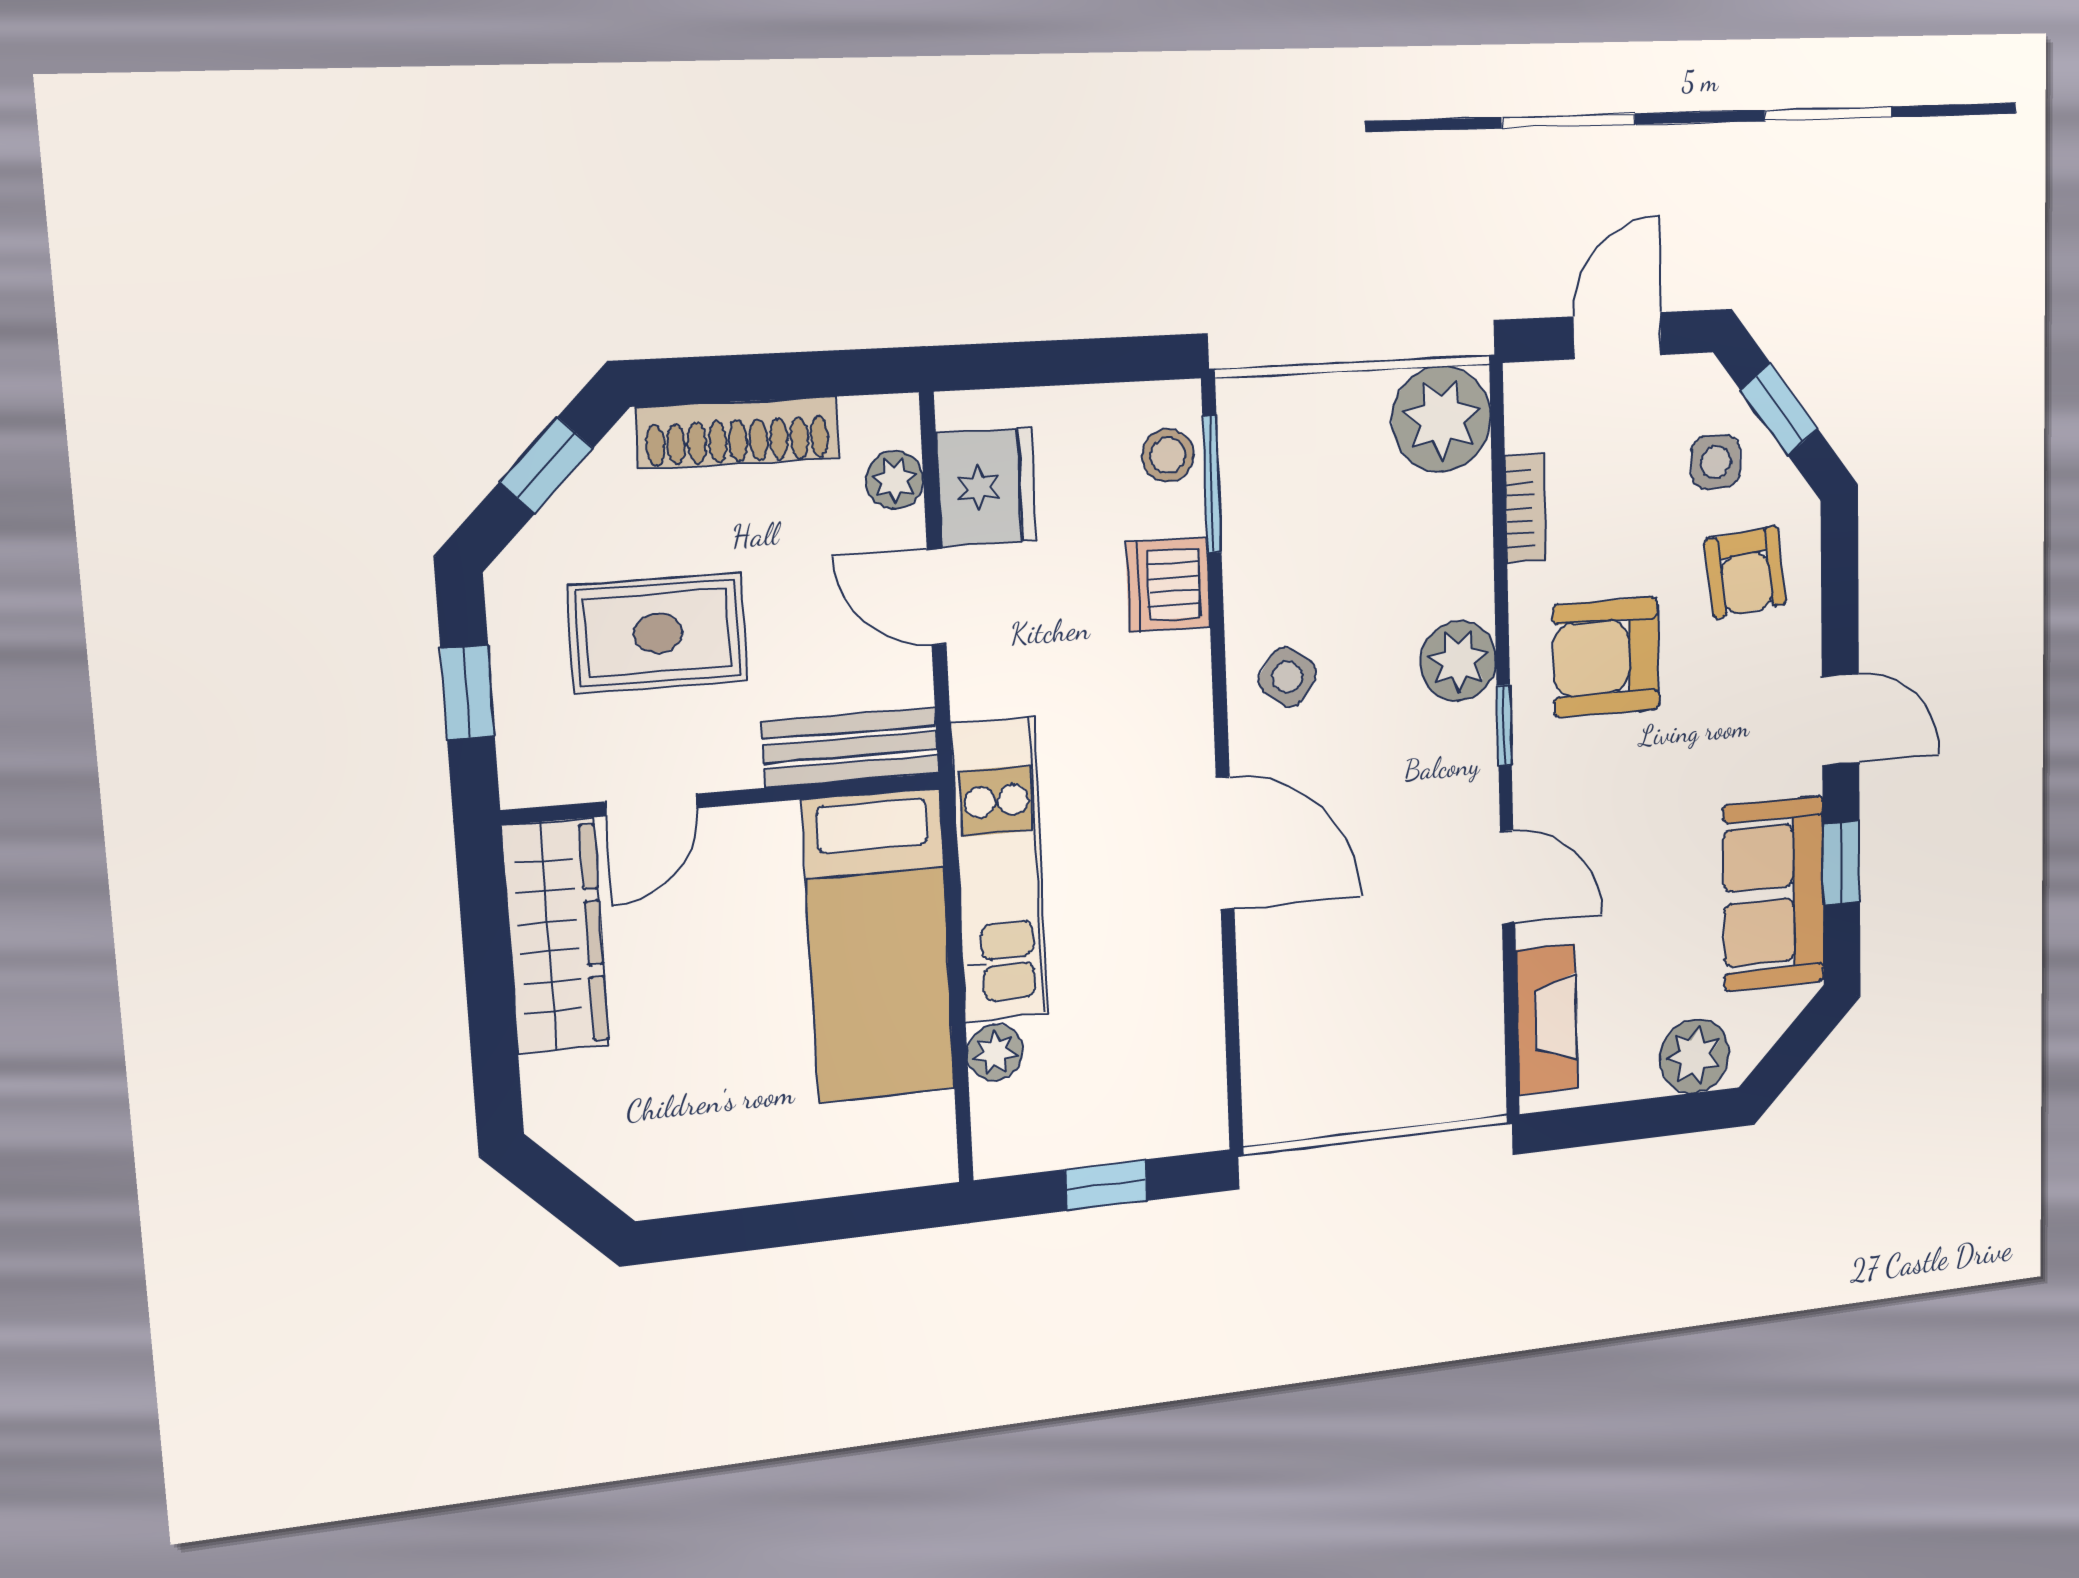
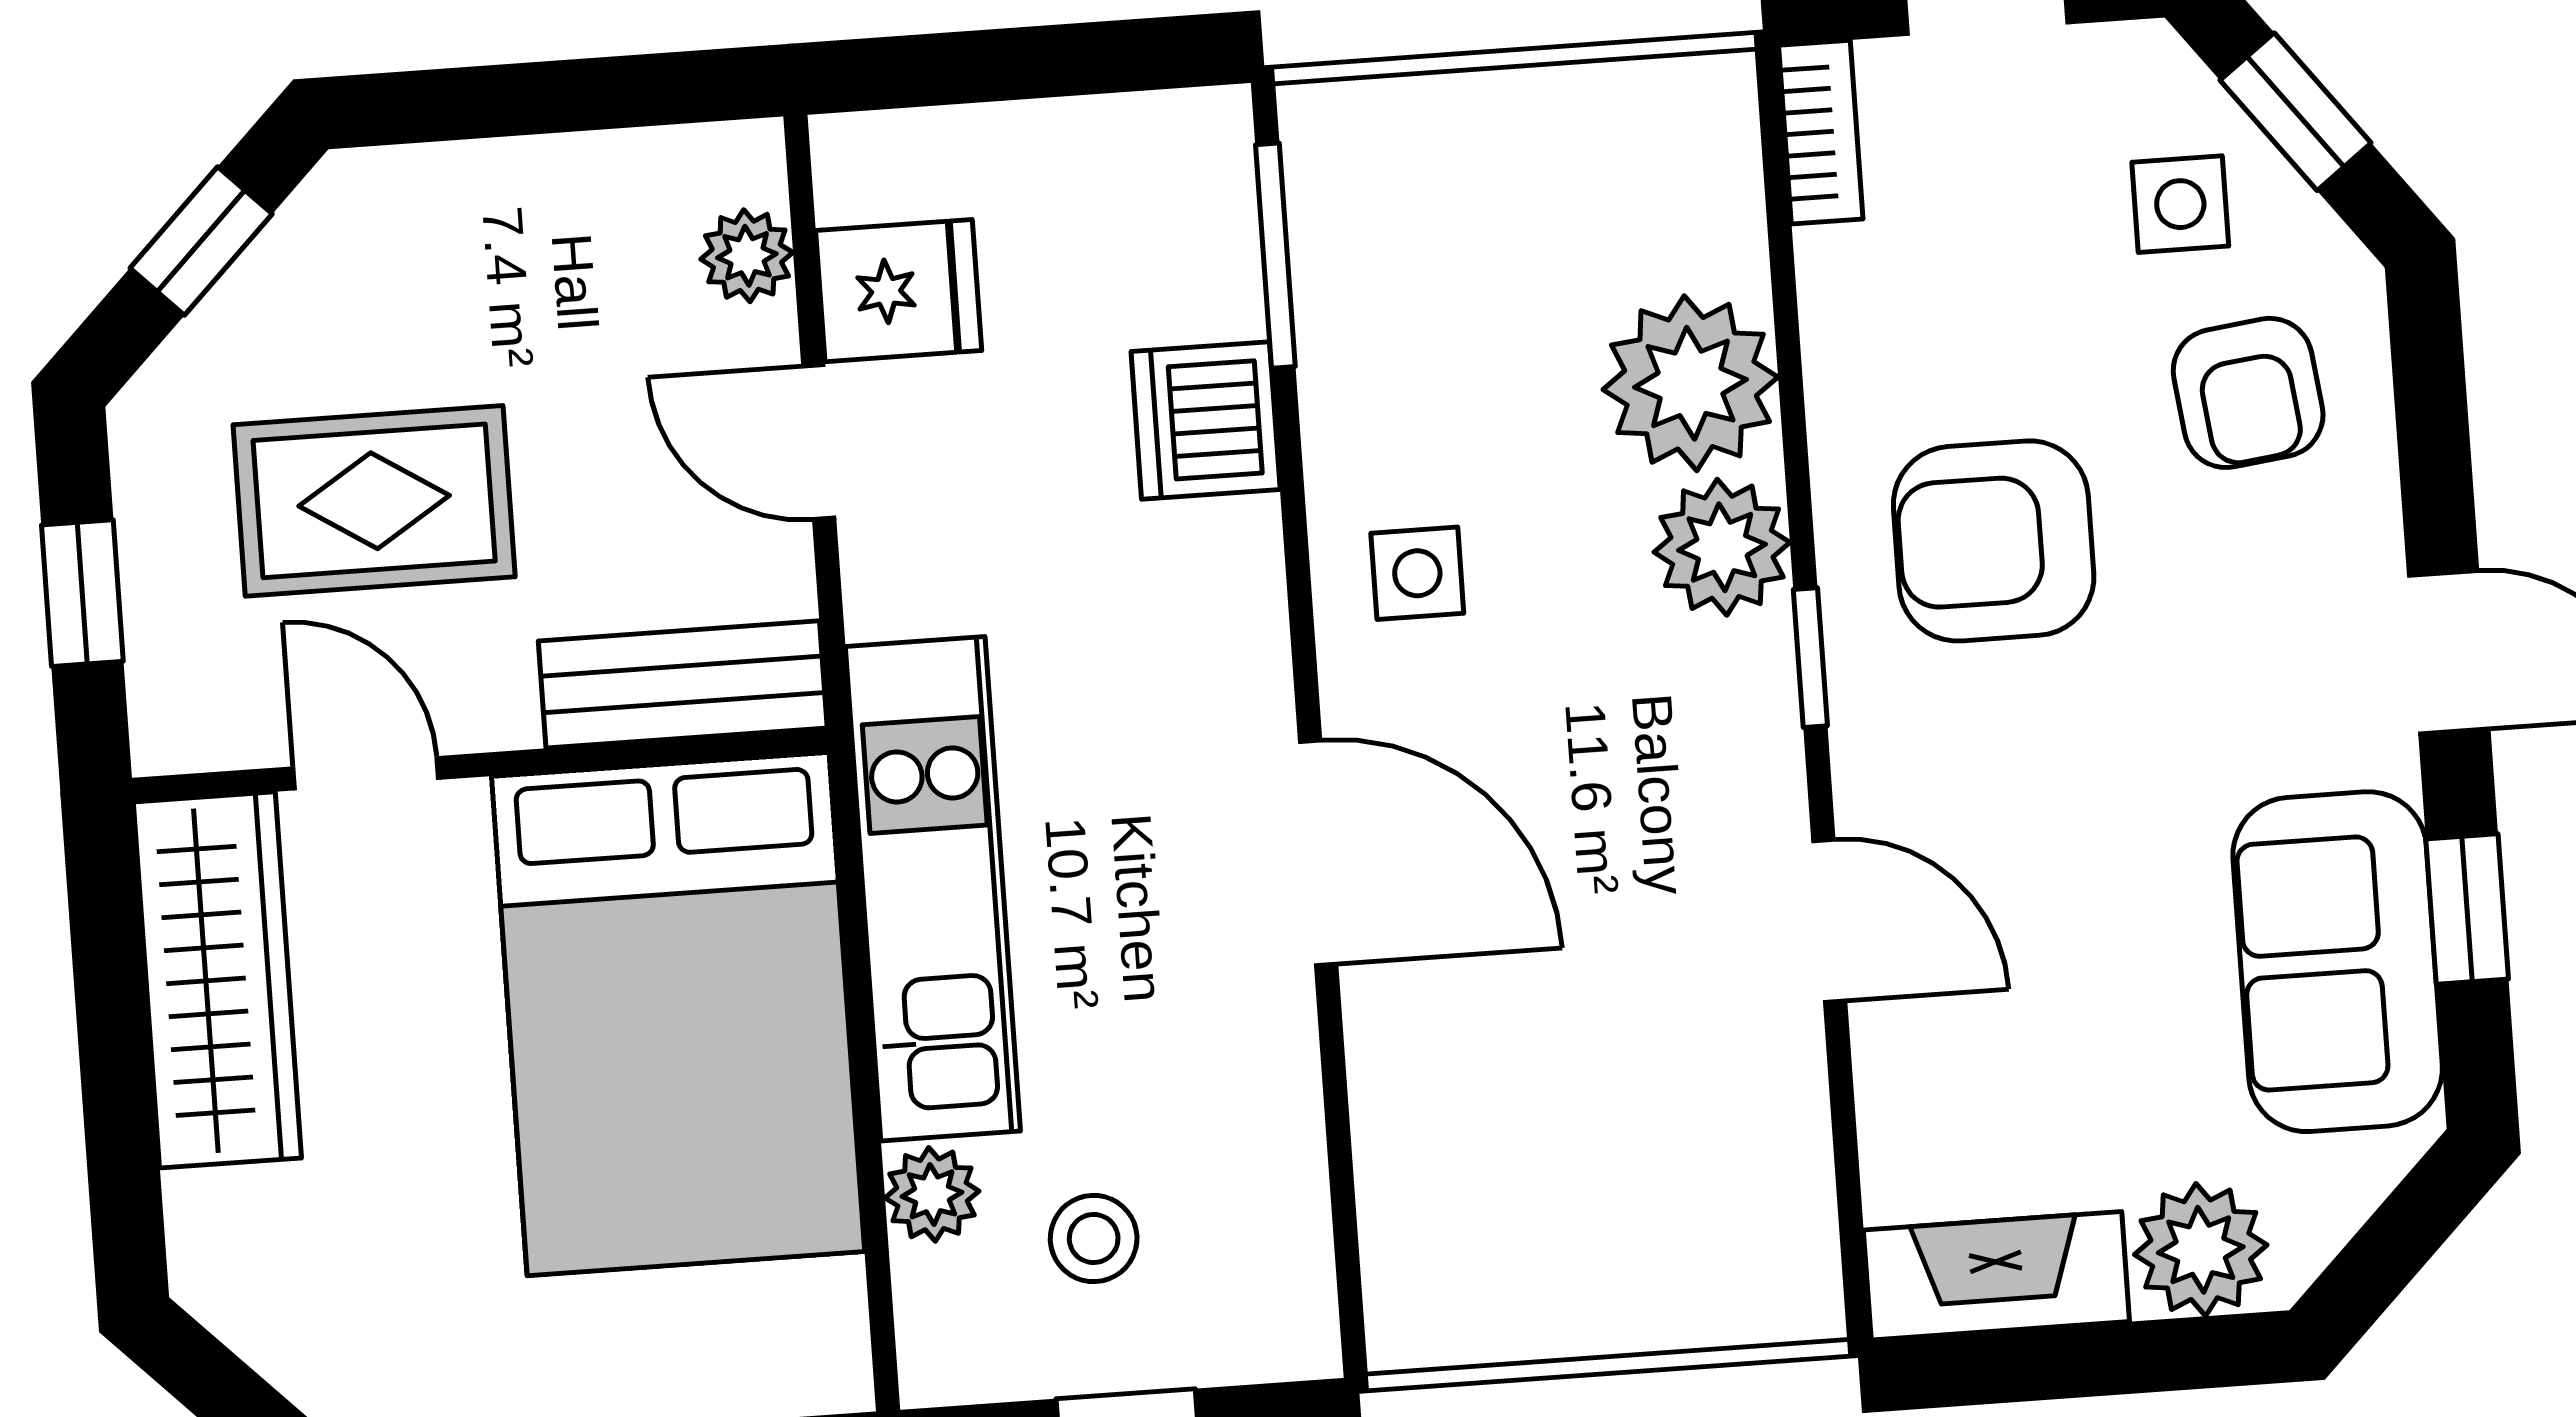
plant: (1441, 419) -> (1691, 383), moved
shoe rack: (738, 433) -> (496, 186), removed
stool: (1168, 455) -> (1094, 1239), moved
fridge: (986, 487) -> (899, 291), width x0.72
bookcase: (1526, 508) -> (1821, 132), moved
side table: (1287, 677) -> (1417, 573), turned -35
door: (651, 805) -> (366, 773), swing flipped
bed: (879, 946) -> (678, 1014), width x1.50
fireplace: (1547, 1020) -> (1996, 1276), moved, turned -90

